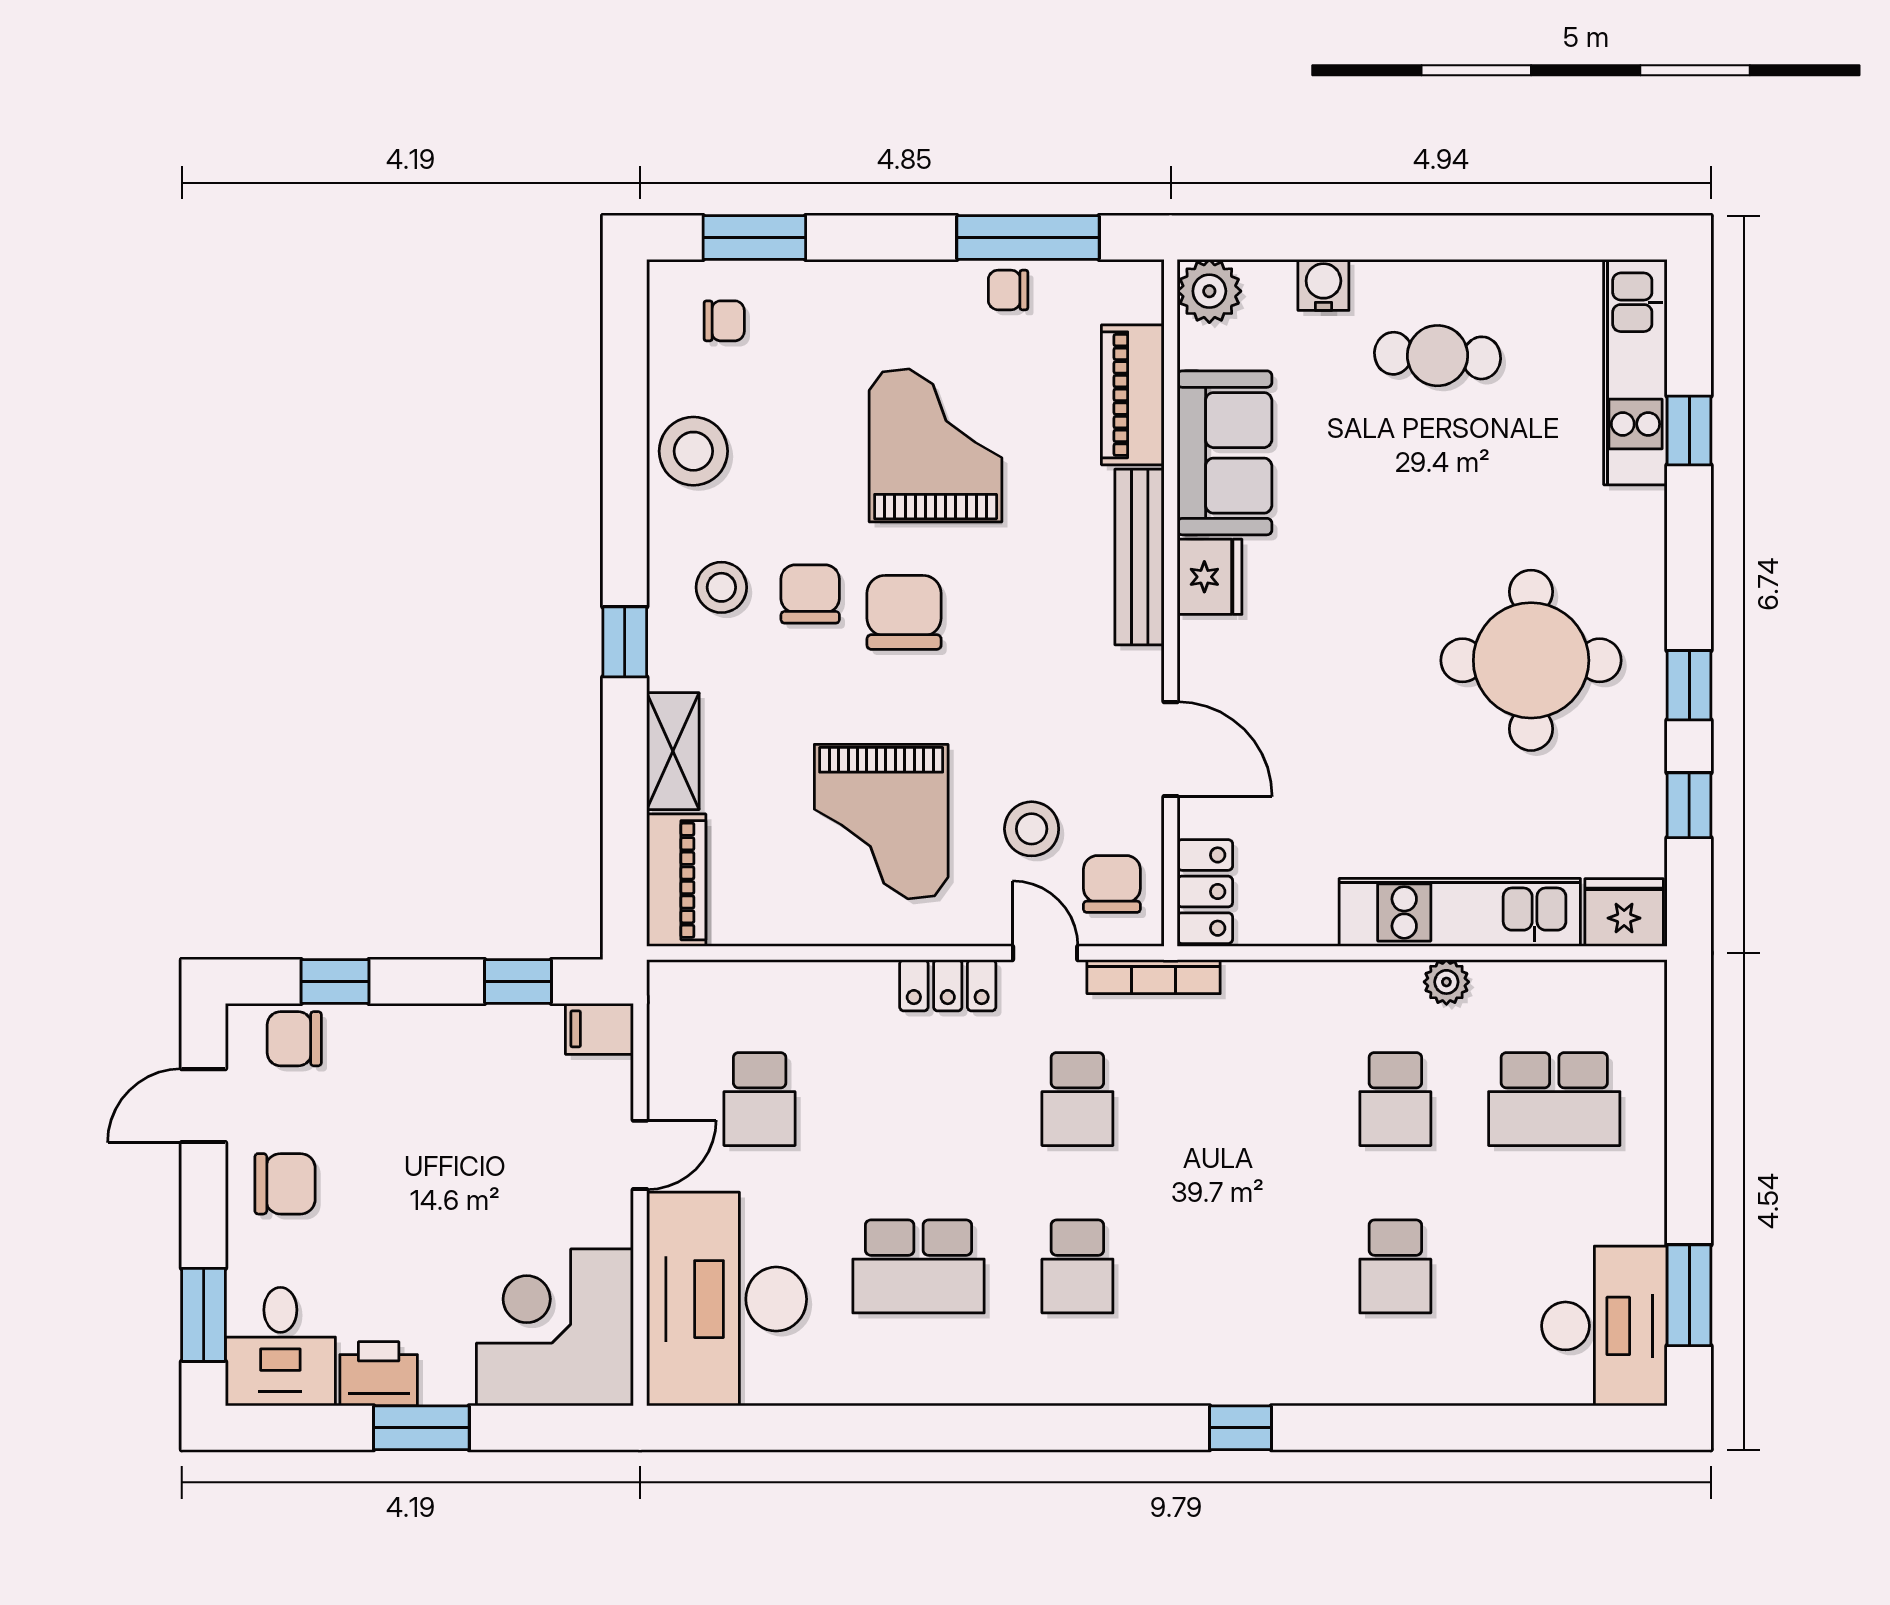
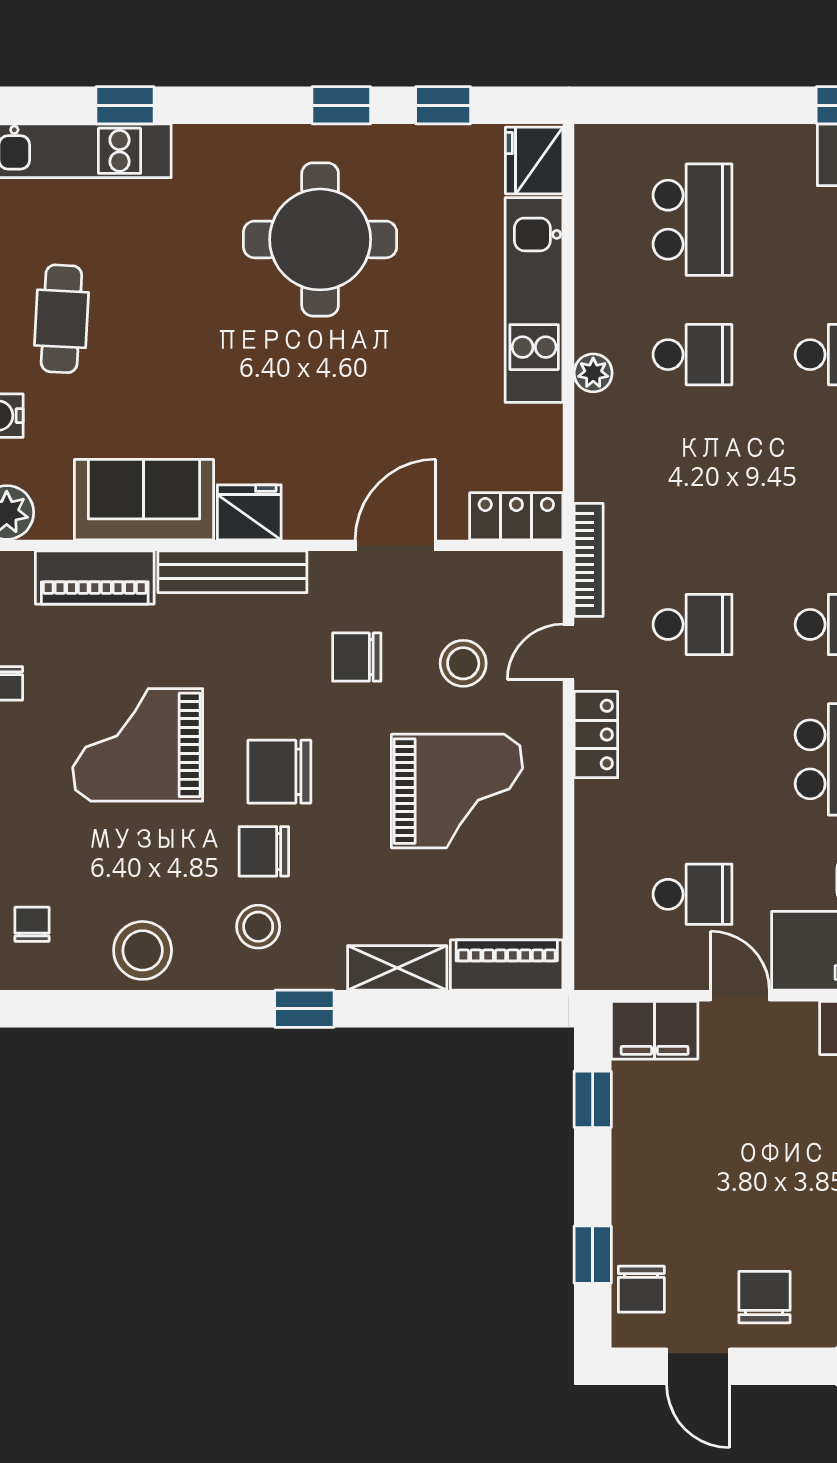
chair: (1112, 884) -> (357, 657), moved
plant: (1446, 982) -> (593, 373), moved
filing cabinet: (599, 1029) -> (655, 1030), width x2.00

